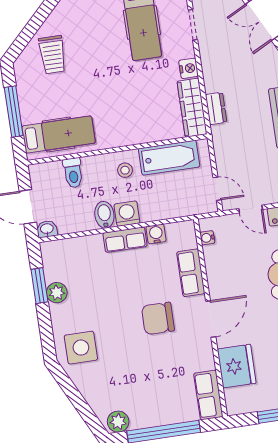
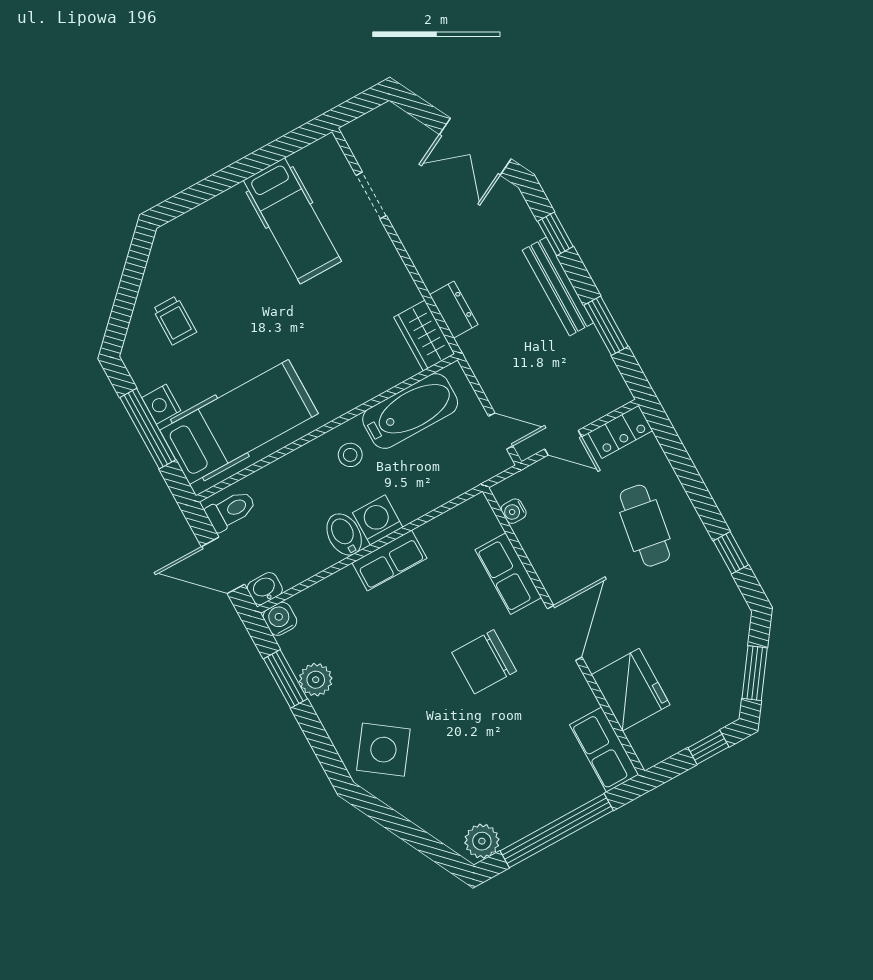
trolley: (52, 55) -> (174, 320), width x0.73, depth x0.72
nightstand: (189, 68) -> (161, 404), moved, turned 180
wardrobe: (192, 108) -> (424, 335), width x0.67
hospital bed: (59, 135) -> (239, 422), width x1.37, depth x1.29
toilet: (73, 173) -> (231, 510), moved, turned -90
water cooler: (156, 234) -> (280, 619), moved
side table: (81, 348) -> (383, 750), turned 36

